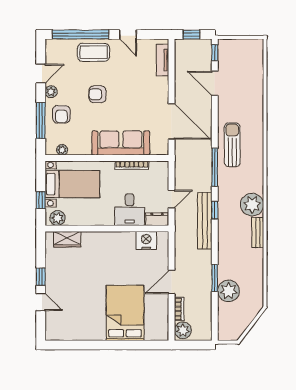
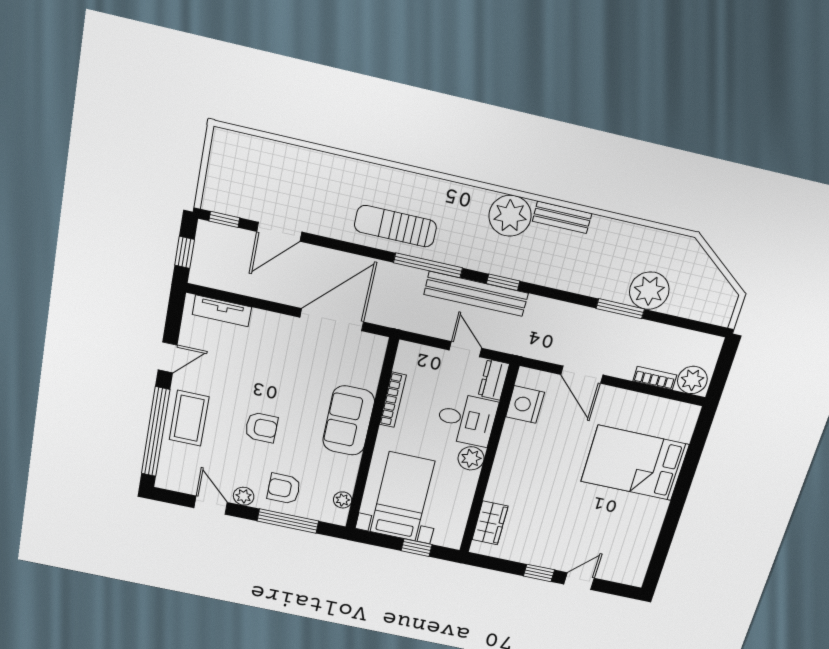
armchair: (97, 94) -> (261, 427), turned -90
armchair: (61, 114) -> (284, 489), turned 180
sofa: (121, 143) -> (349, 421), width x0.73
plant: (58, 218) -> (471, 458), moved
bench: (205, 221) -> (476, 294), moved
door: (172, 282) -> (582, 375), moved

